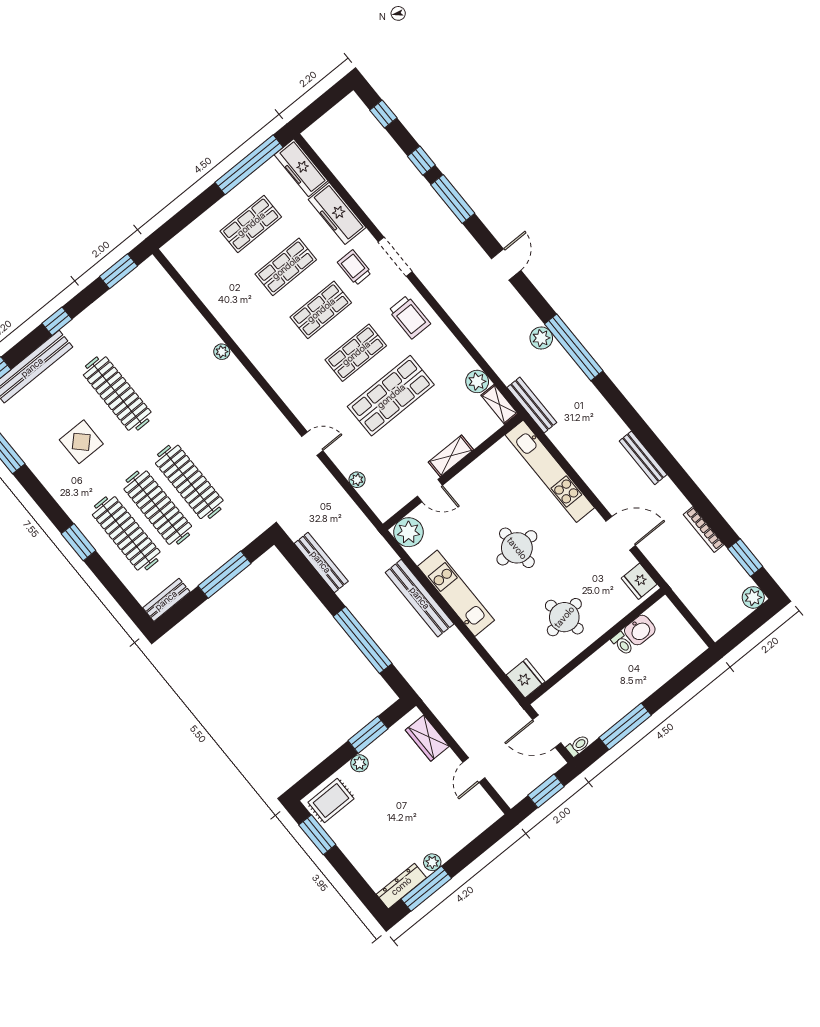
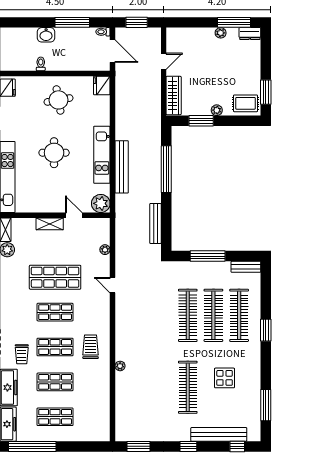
trolley: (410, 317) -> (91, 347), moved
washbasin: (640, 630) -> (46, 35), moved, turned 180
wardrobe: (427, 738) -> (174, 95), width x1.50
dresser: (401, 886) -> (250, 34), width x0.70

